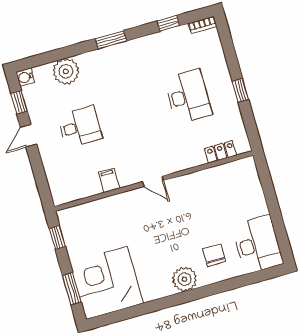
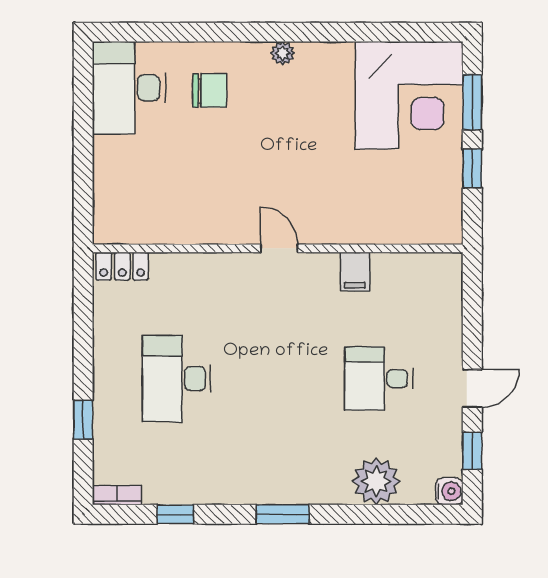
window: (240, 90) -> (83, 420), moved
locker: (221, 152) -> (122, 266), moved
window: (57, 237) -> (472, 168), moved
chair: (214, 255) -> (210, 91), turned -90
plant: (185, 279) -> (283, 53), width x0.53, depth x0.53

